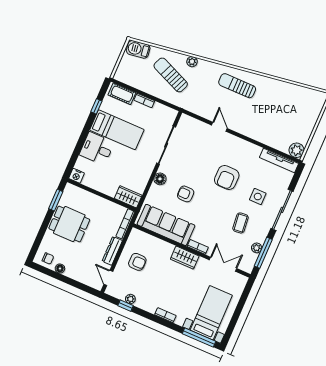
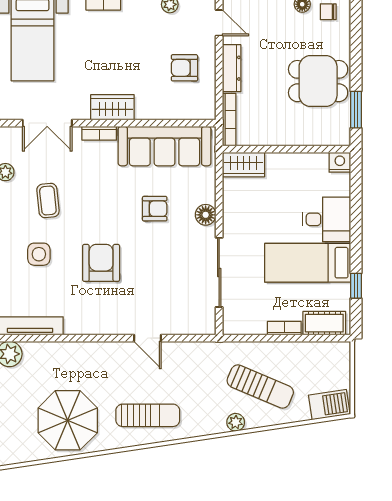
parasol: (281, 102) -> (68, 420), added

